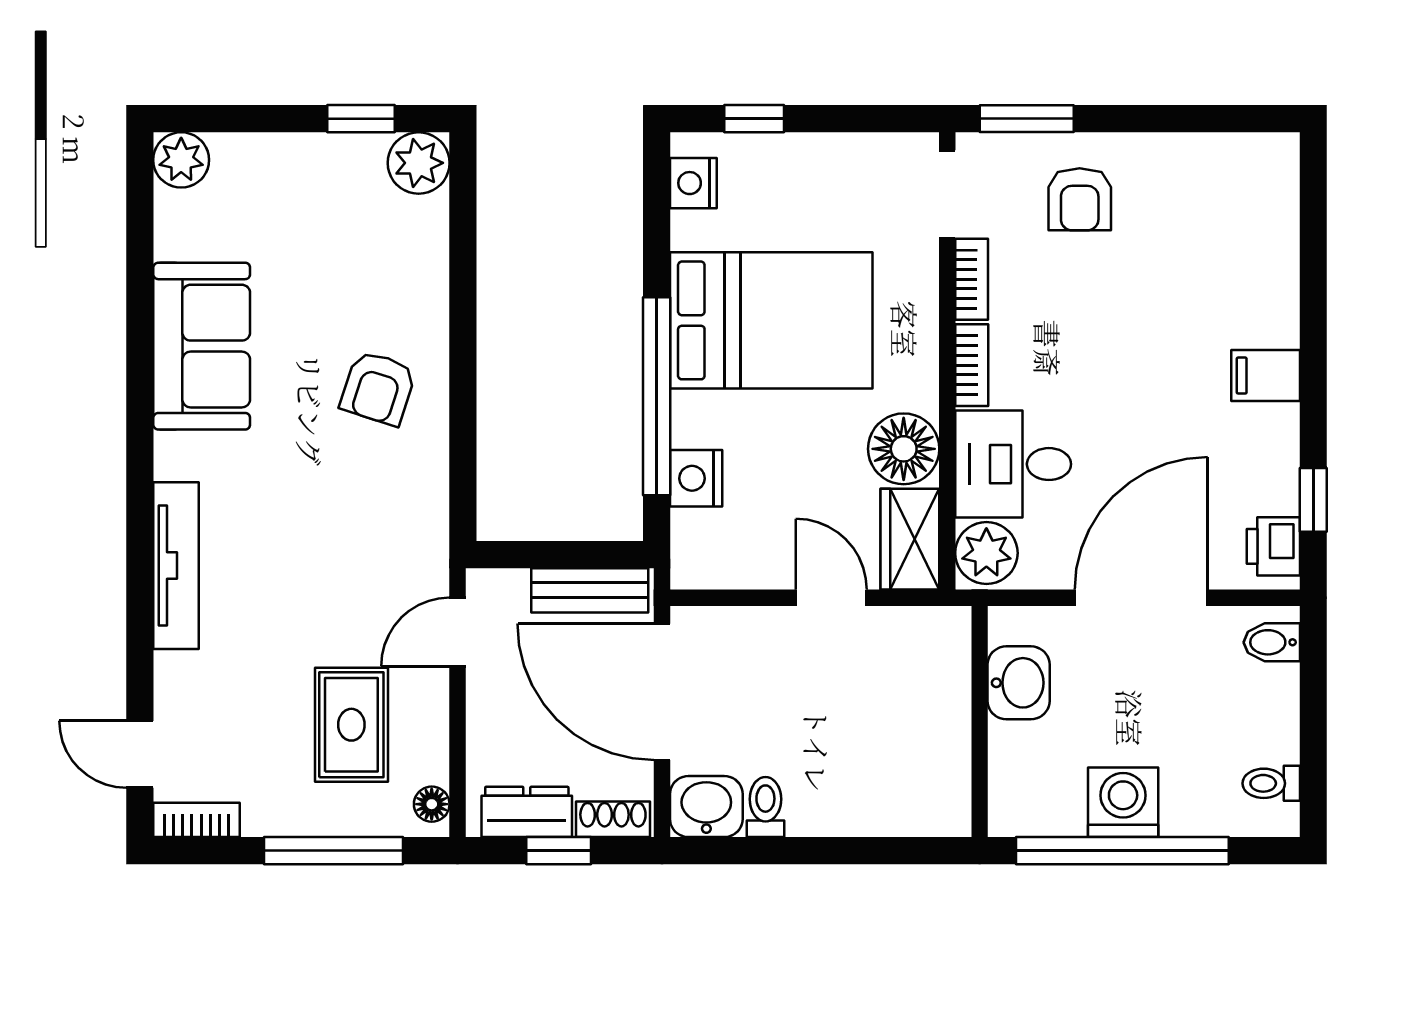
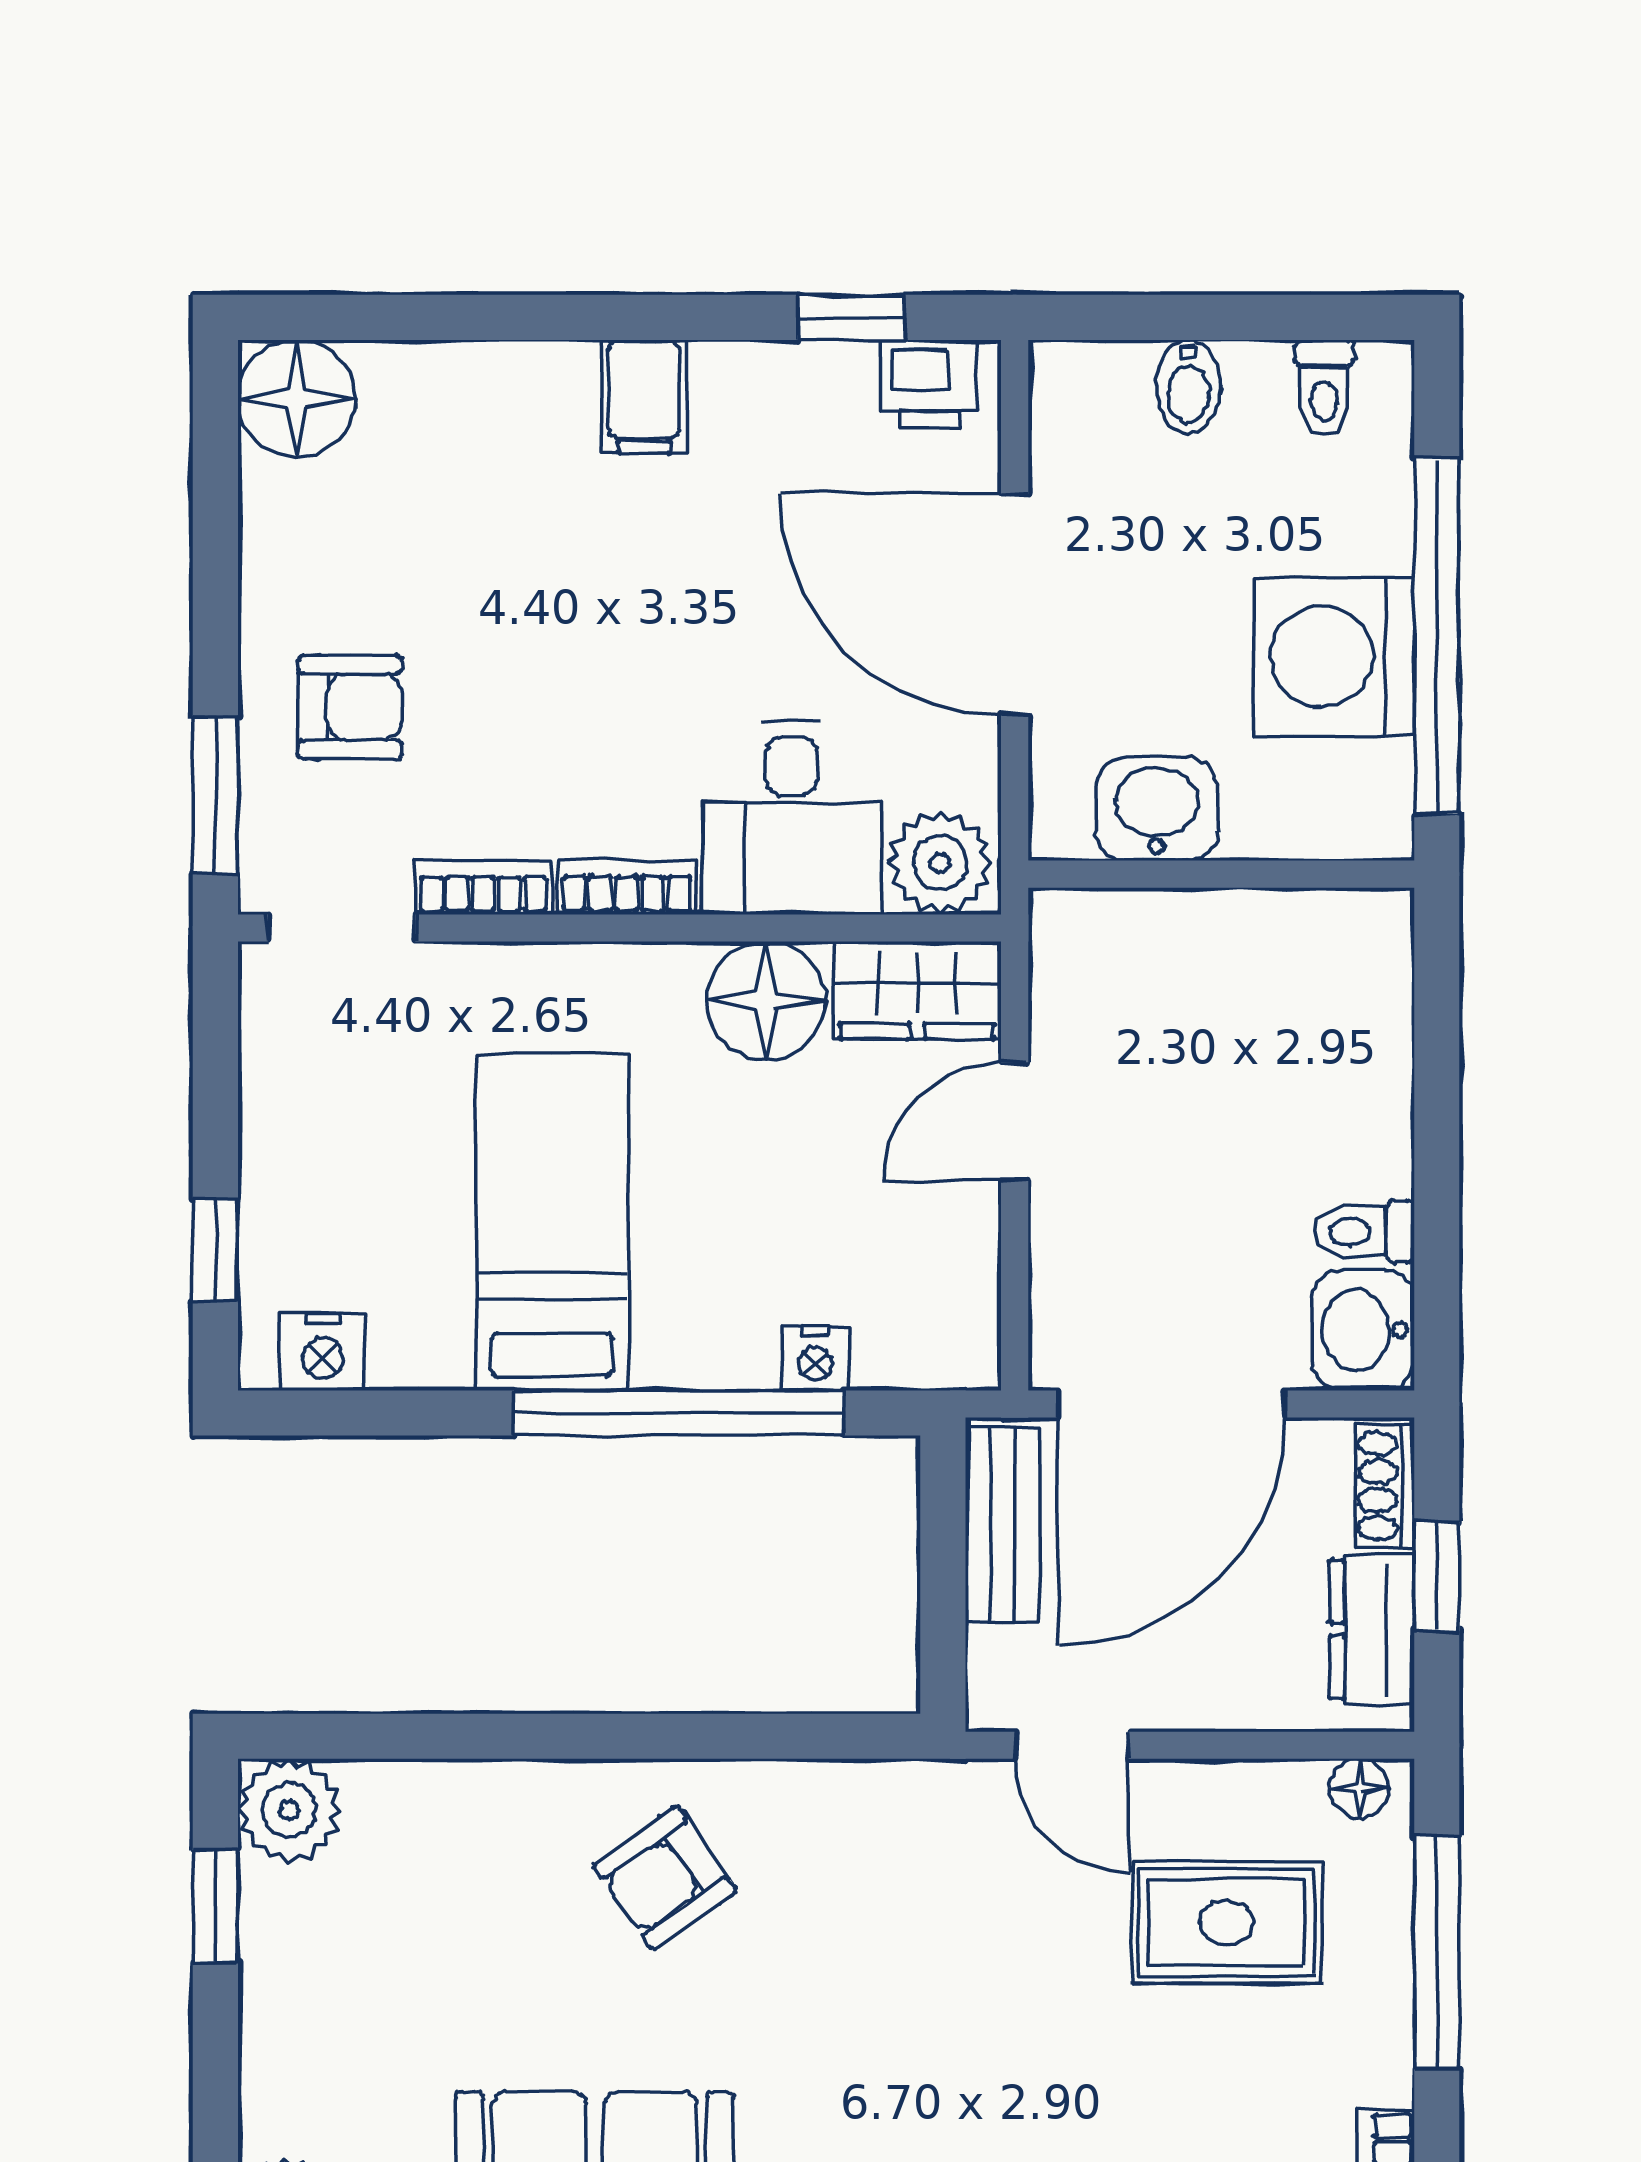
floor lamp: (1265, 167) -> (297, 399), added
bed: (771, 320) -> (552, 1222), width x0.67
armchair: (378, 388) -> (665, 1878), turned 127
nightstand: (696, 478) -> (815, 1358), width x0.72, depth x0.74
bidet: (1272, 642) -> (1188, 387), moved
washing machine: (1123, 802) -> (1334, 656), width x1.37, depth x1.37

